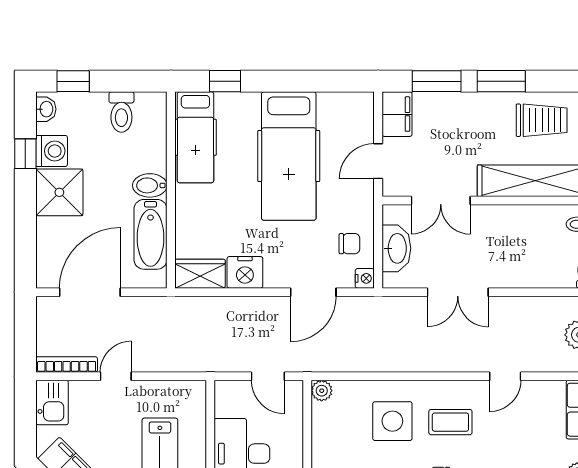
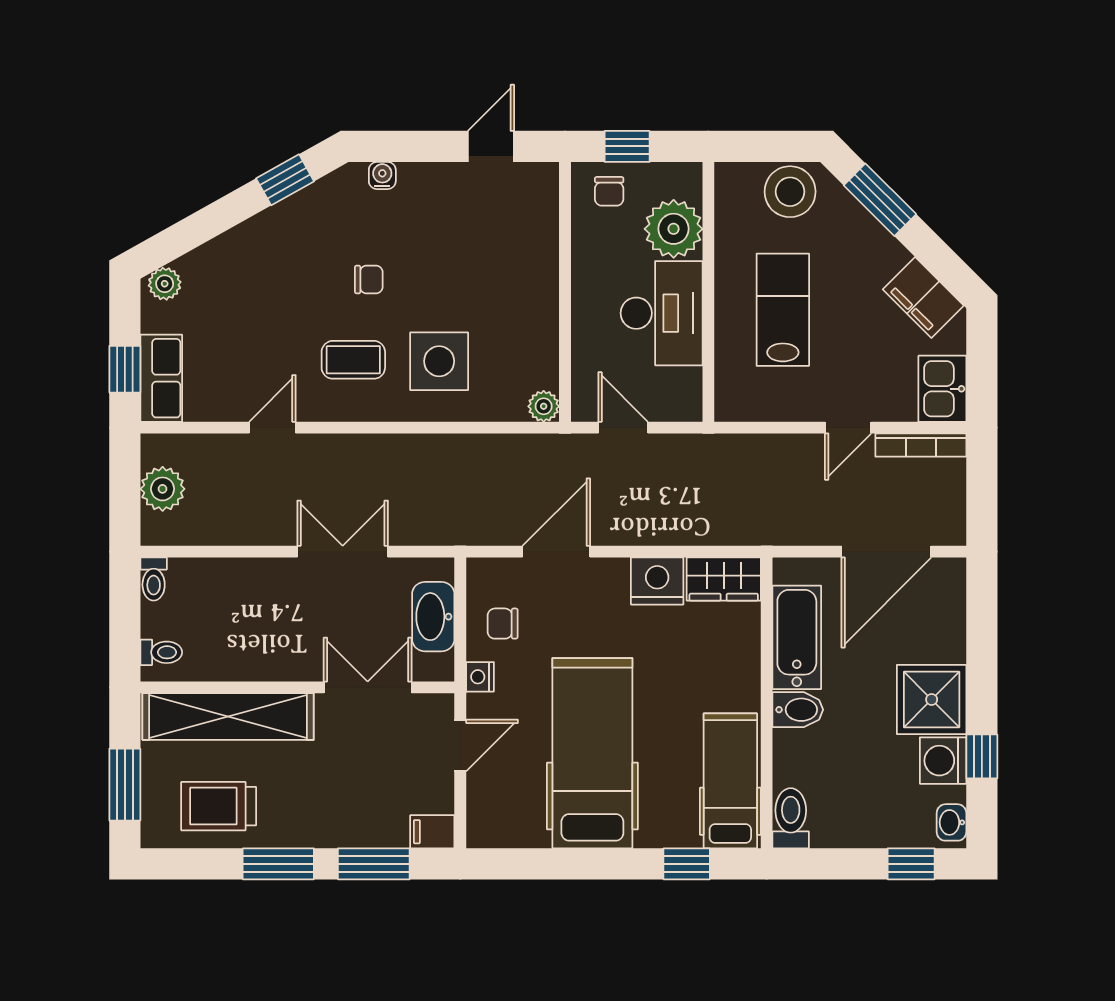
toilet: (121, 112) -> (791, 818), moved
filing cabinet: (397, 114) -> (432, 832), width x0.50
nightstand: (365, 278) -> (480, 677), moved

